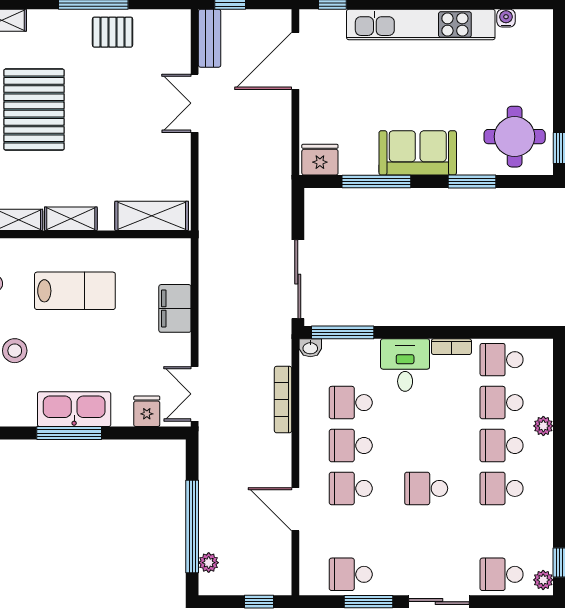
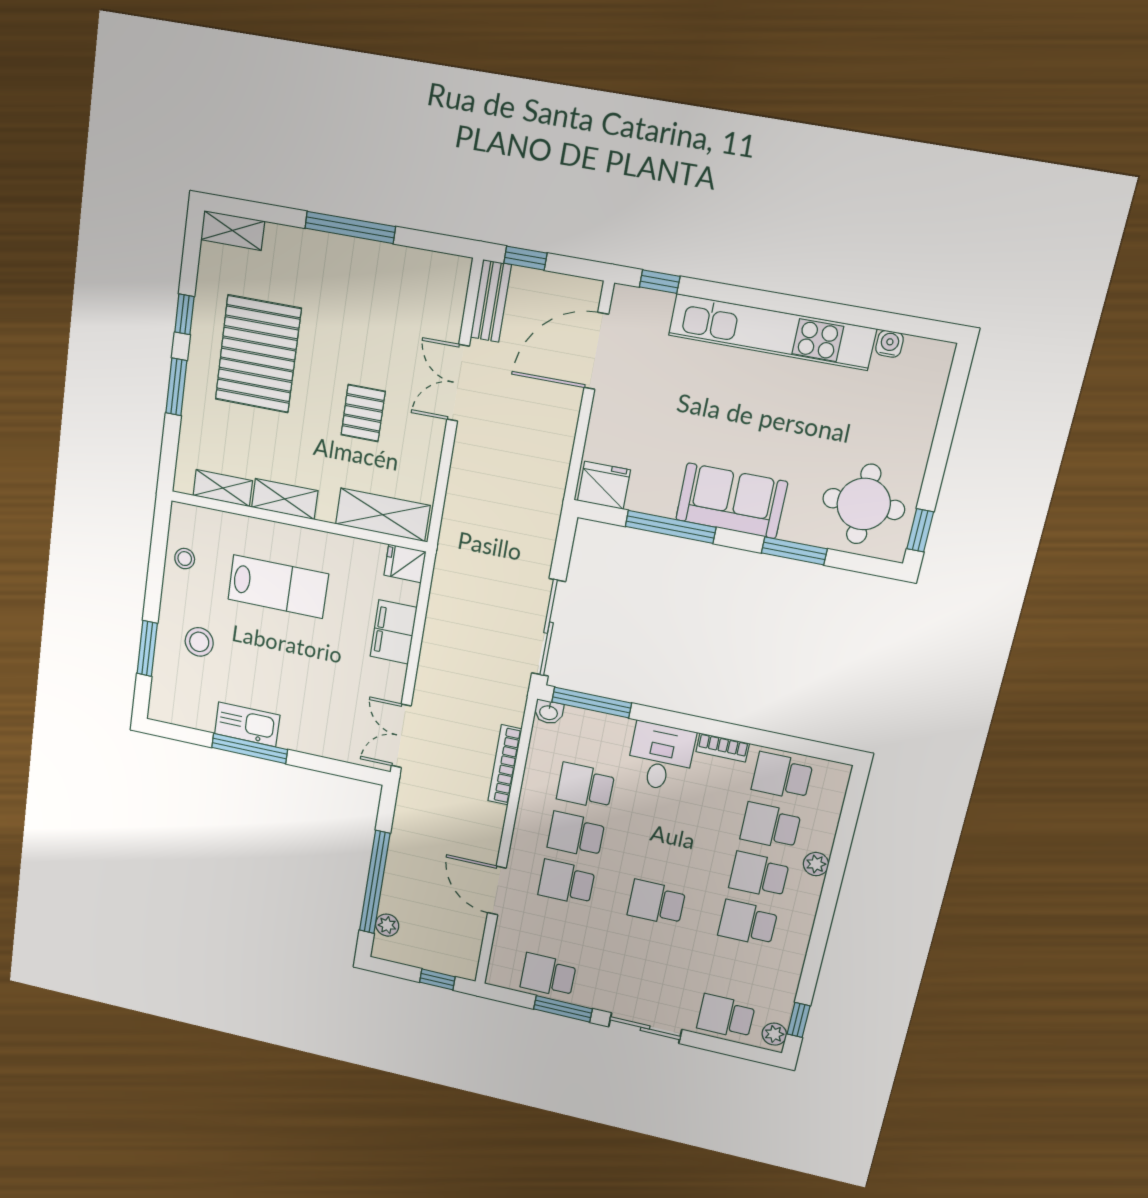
pallet: (113, 32) -> (363, 413), moved, turned 90
kitchen sink: (74, 409) -> (247, 724), width x0.73, depth x0.81
fridge: (147, 411) -> (405, 563), moved, turned -90

